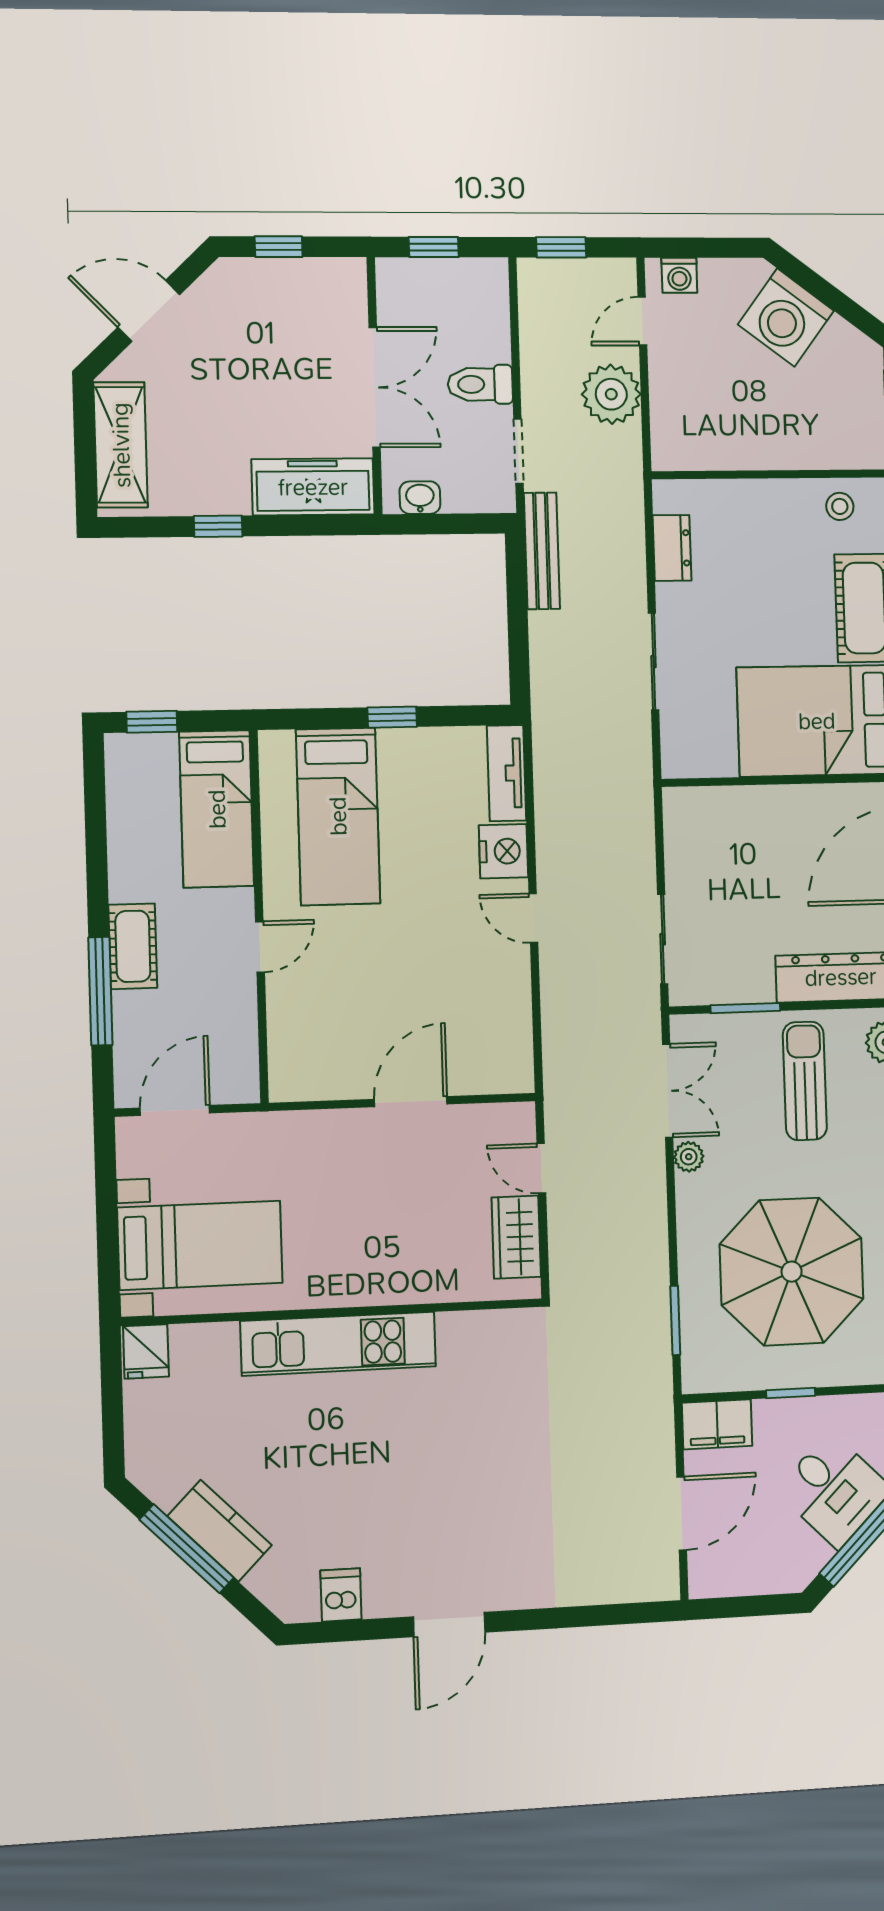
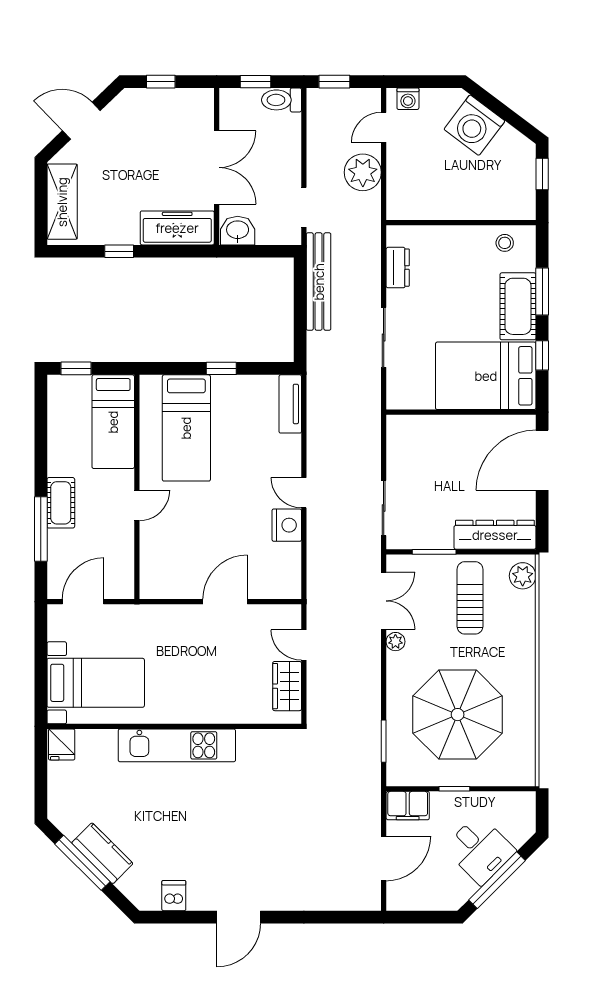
toilet: (480, 384) -> (282, 100), moved
washbasin: (420, 498) -> (238, 231), width x1.38, depth x1.45
bench: (542, 551) -> (319, 282), width x1.37, depth x1.21
nightstand: (503, 851) -> (287, 525), moved

